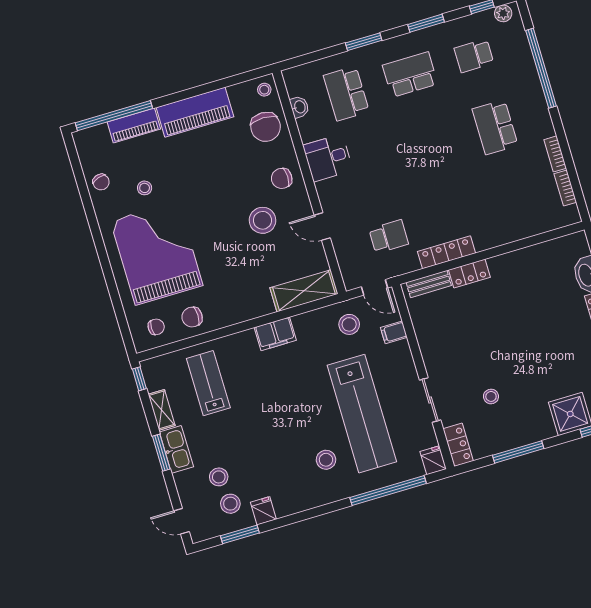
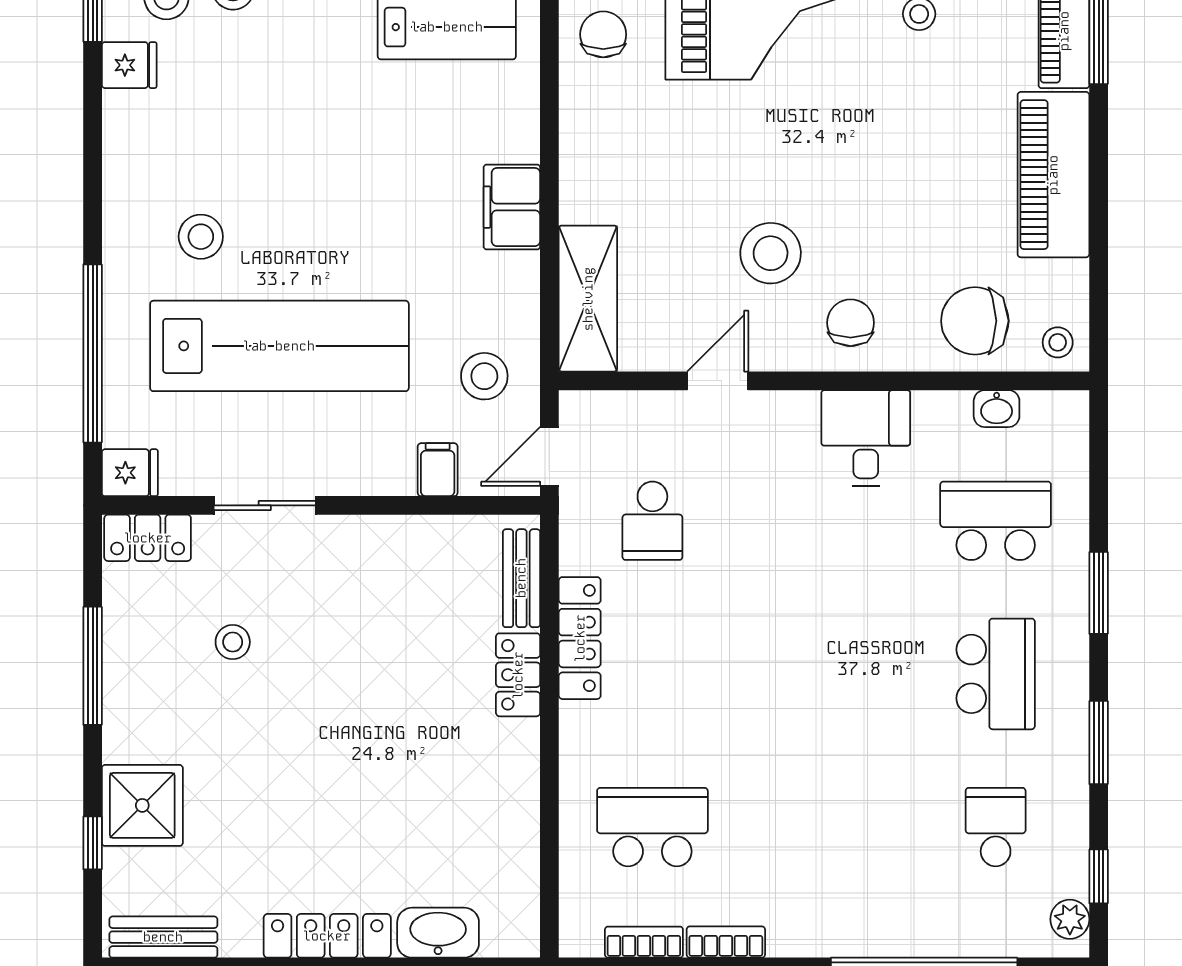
school desk: (495, 127) -> (652, 827), moved
lab bench: (362, 414) -> (279, 346), turned 180

